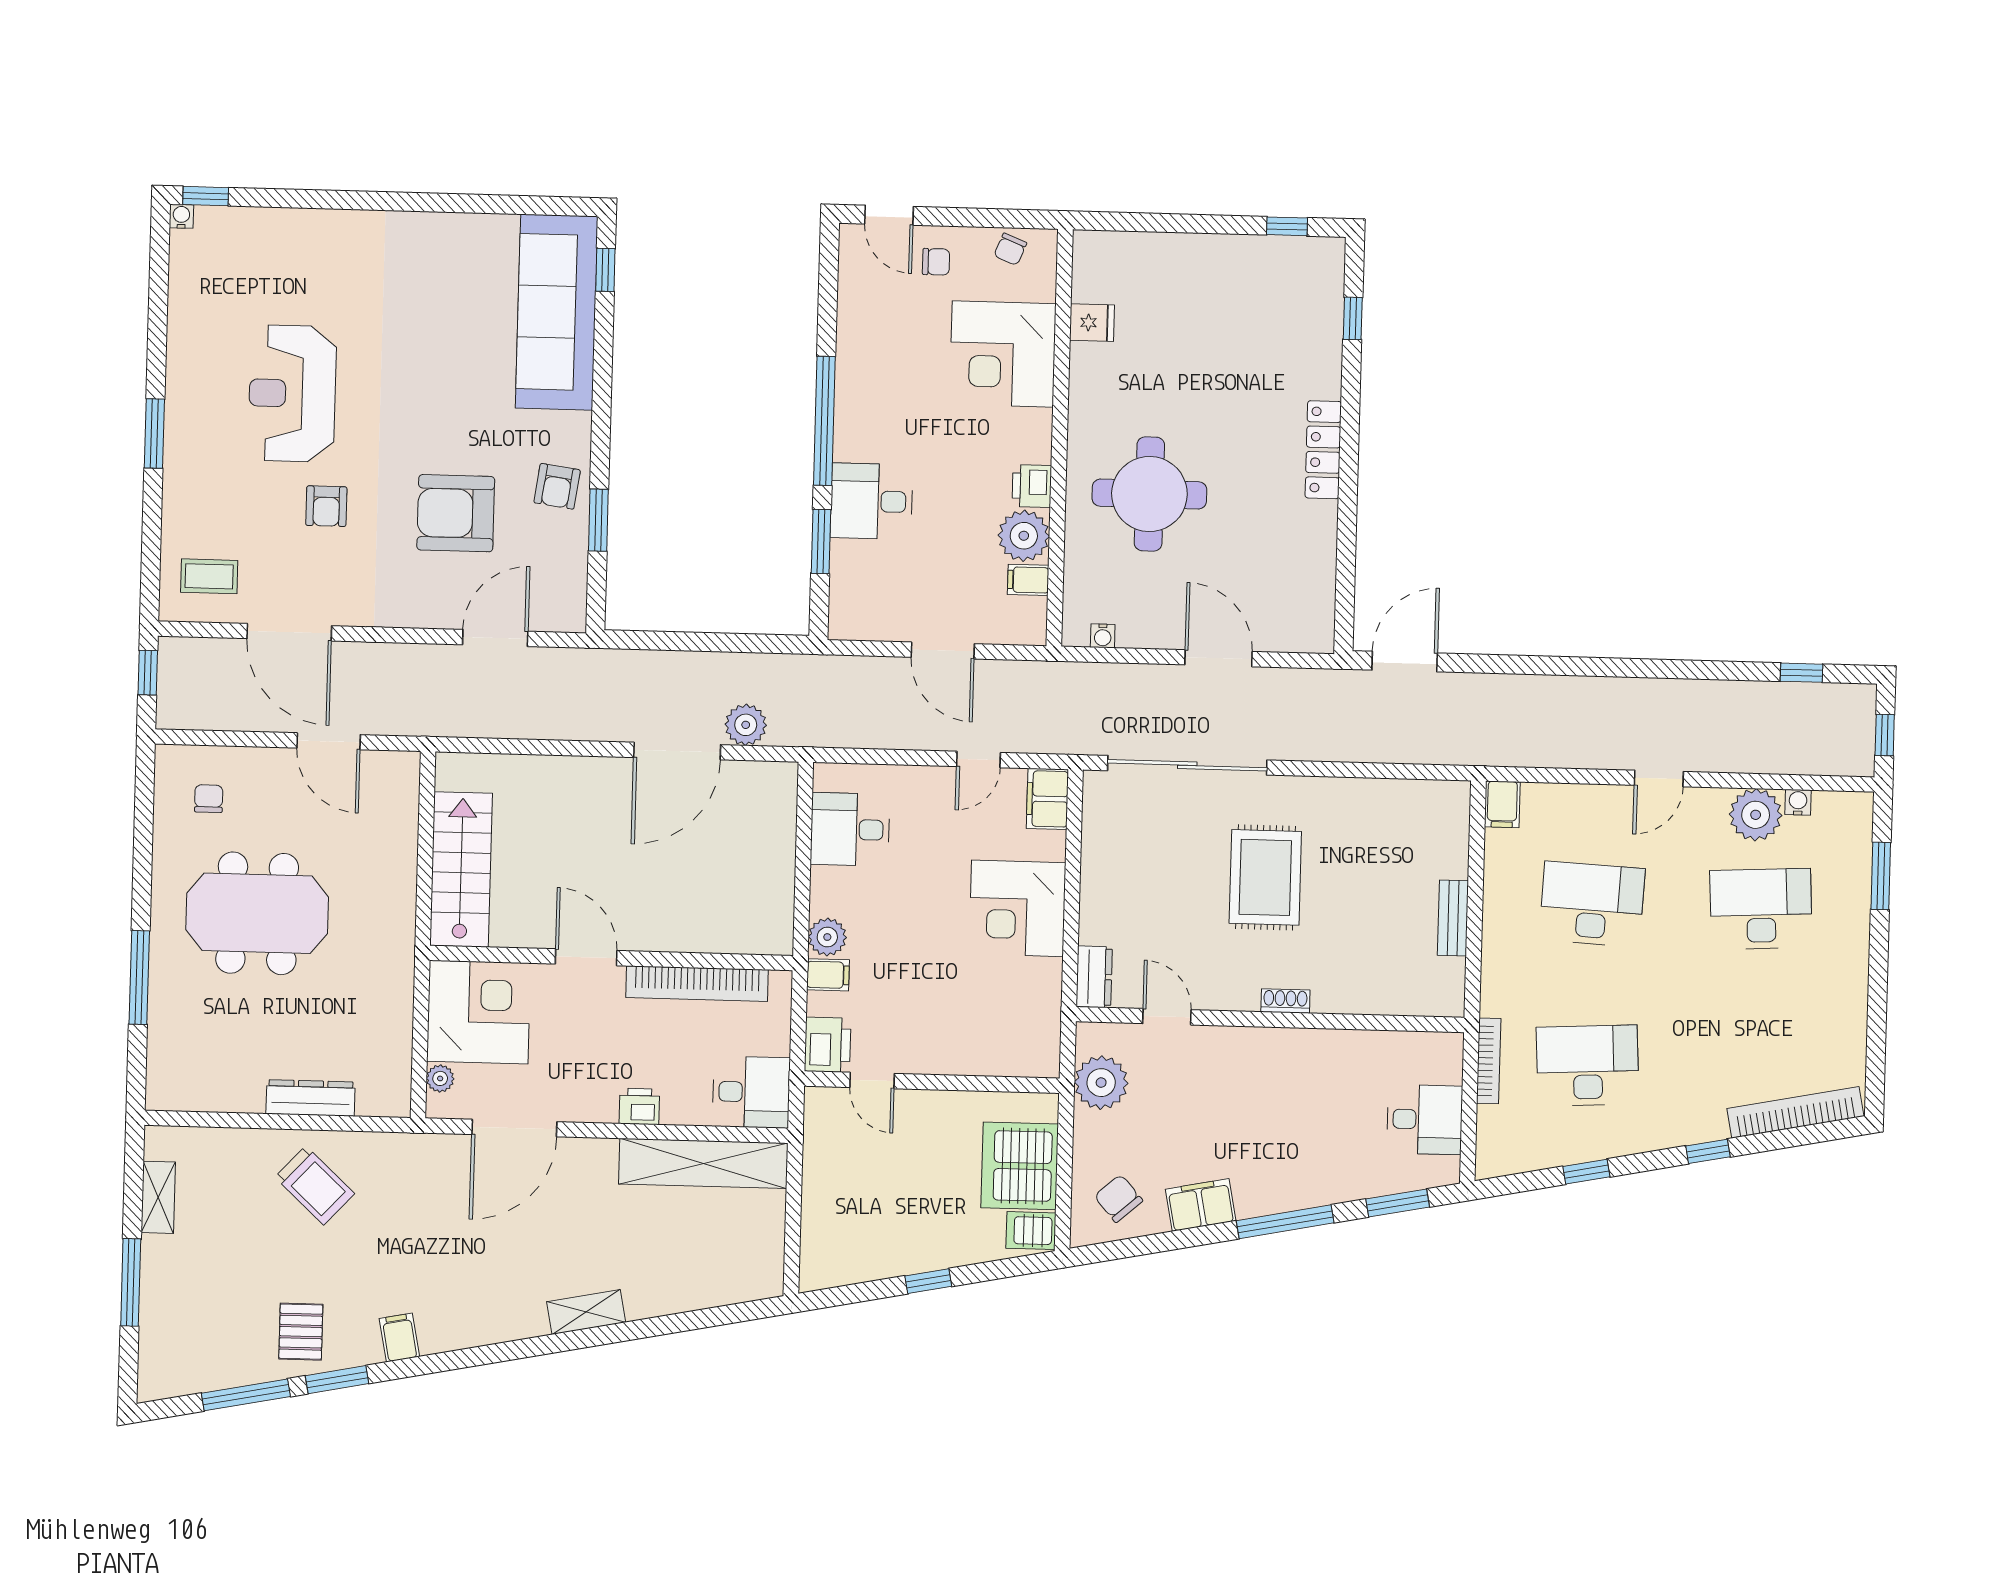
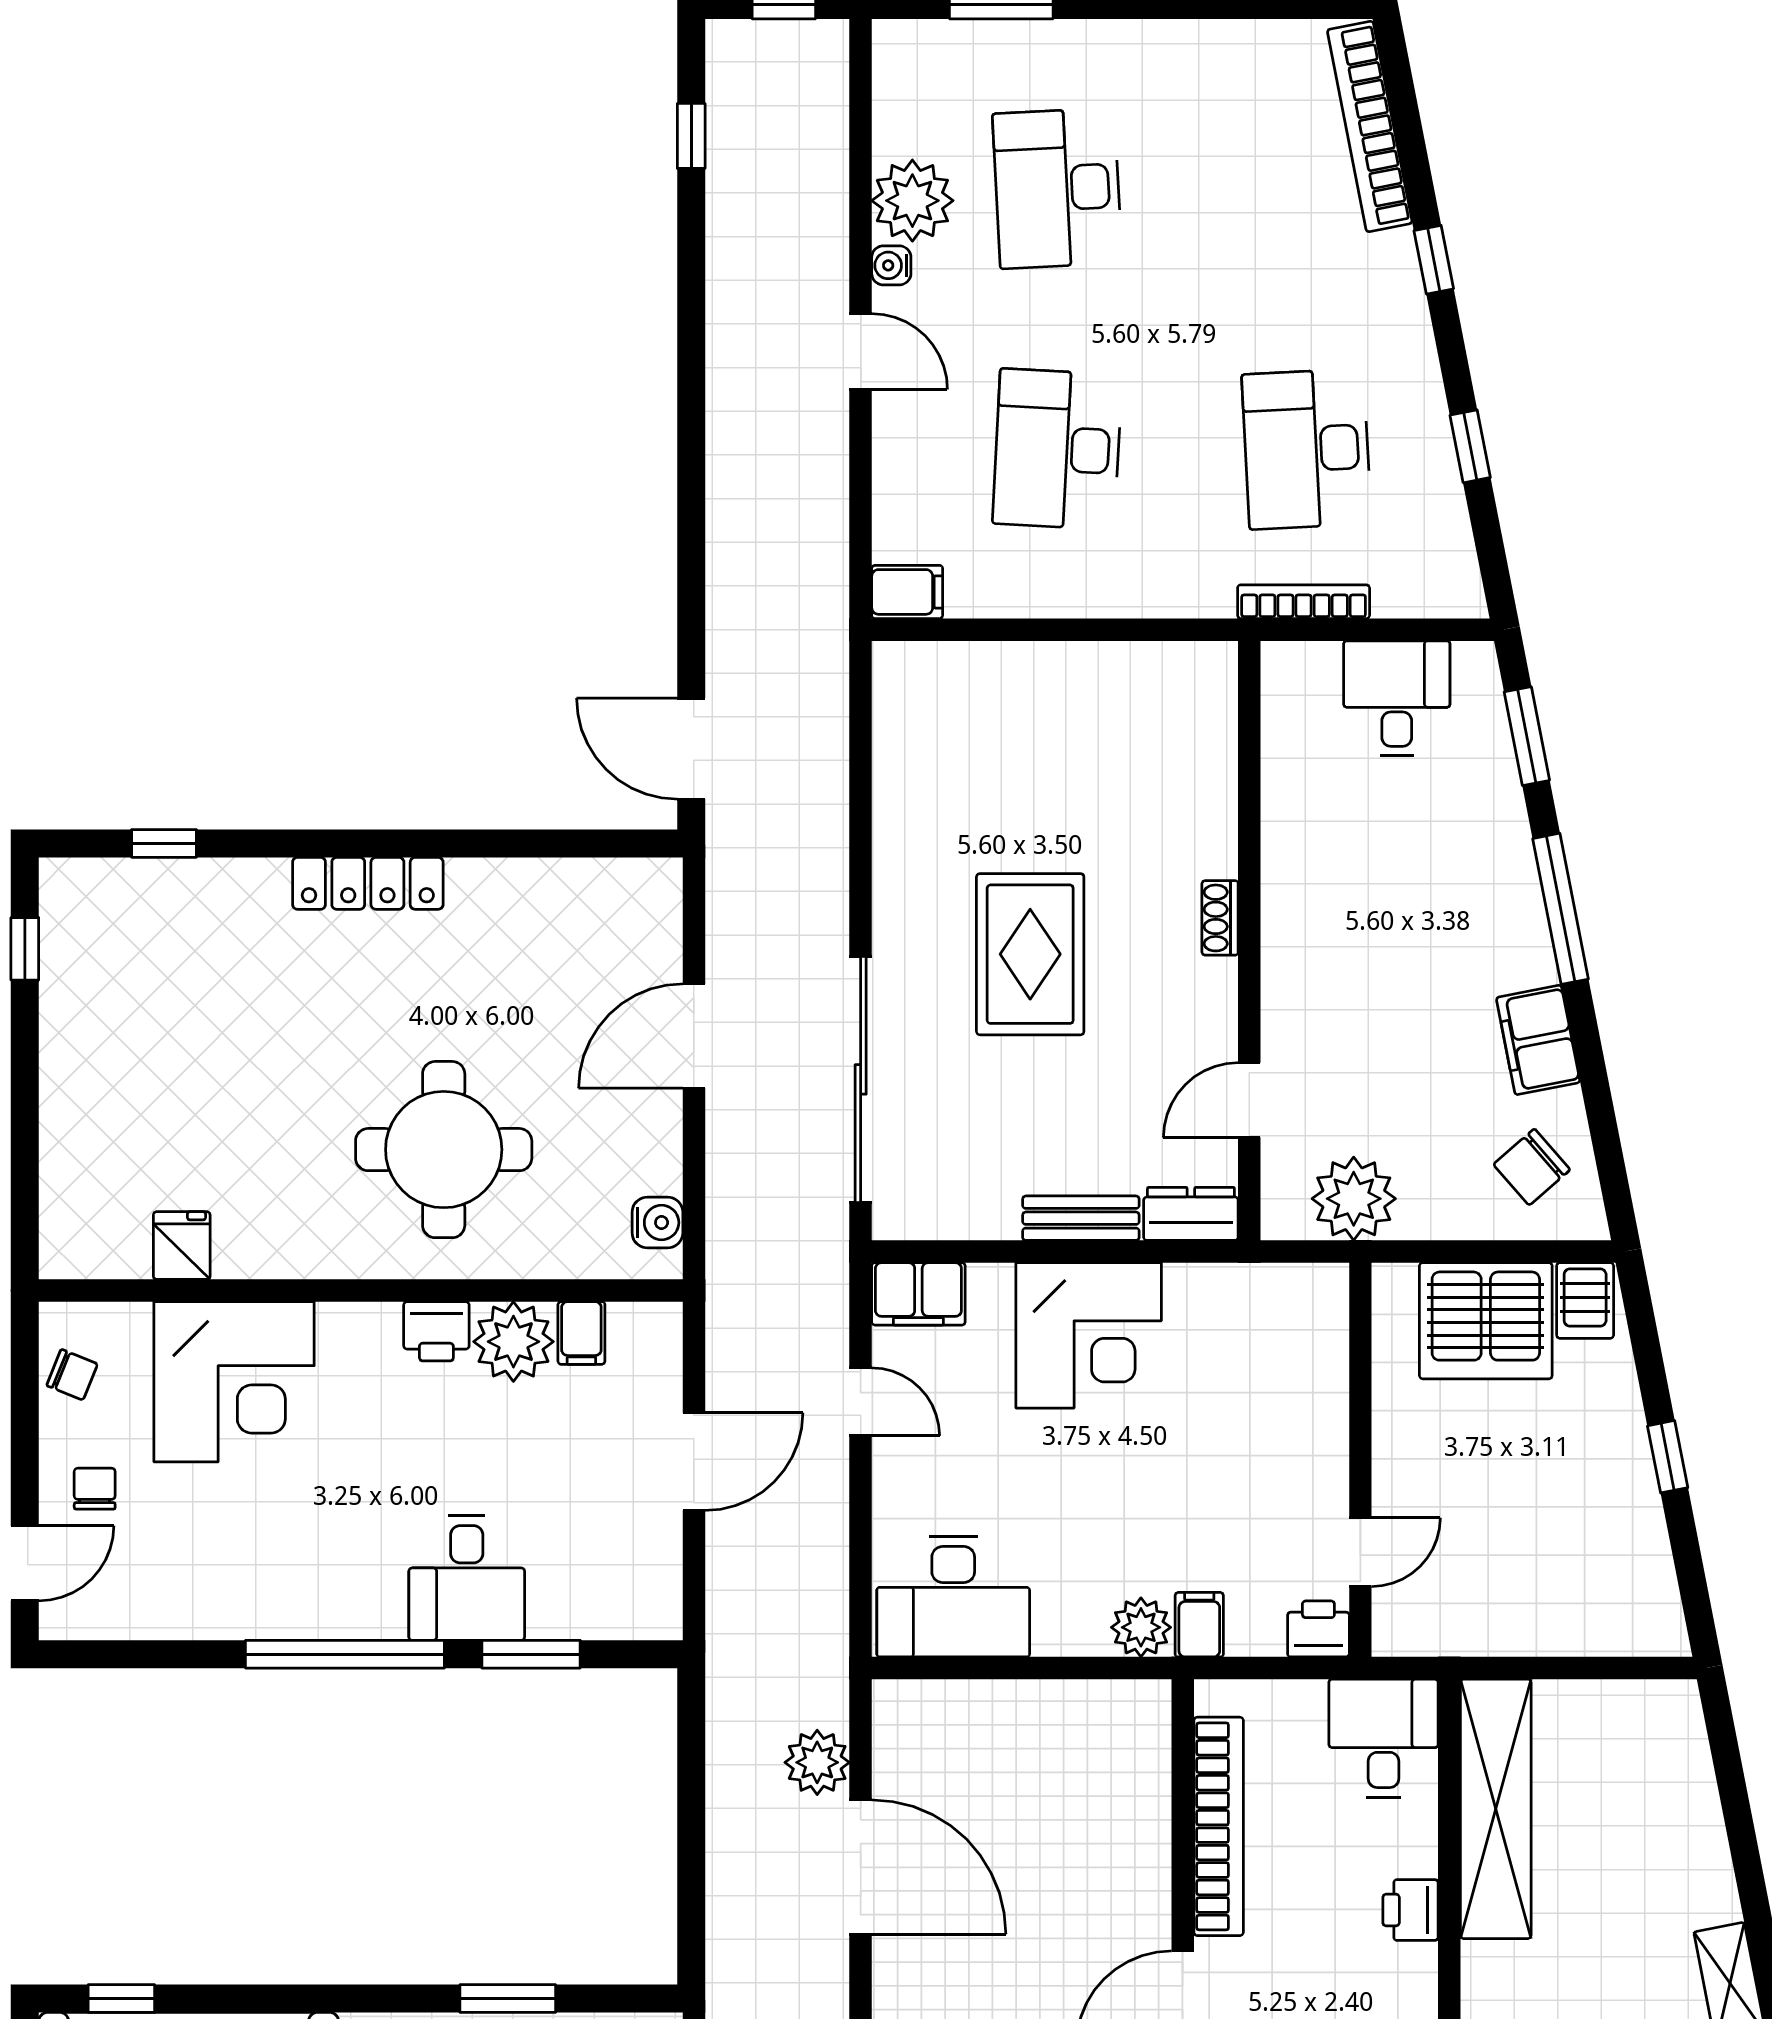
water cooler: (1103, 636) -> (657, 1223), width x1.38, depth x1.38
water cooler: (1798, 802) -> (891, 265), moved
desk: (850, 829) -> (953, 1597), width x1.37
rug: (1265, 877) -> (1030, 954), turned 90
bench: (1453, 918) -> (1081, 1218), moved
printer: (828, 1045) -> (1318, 1629), width x0.73, depth x0.81

